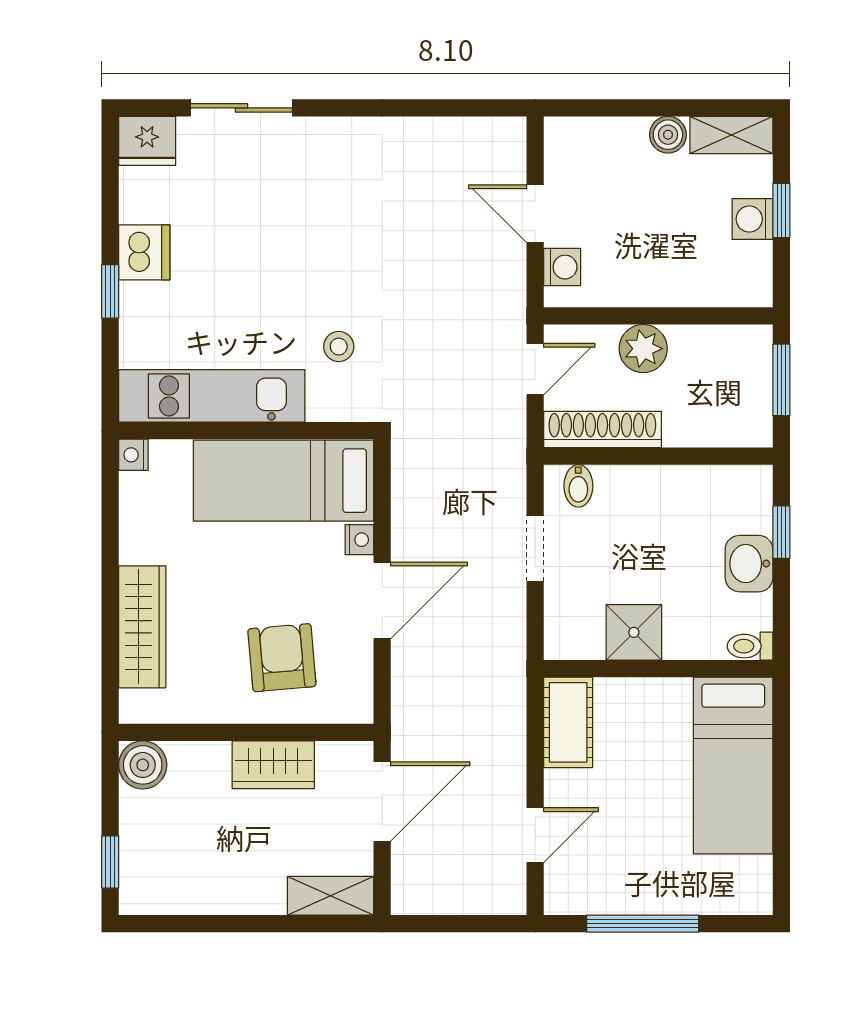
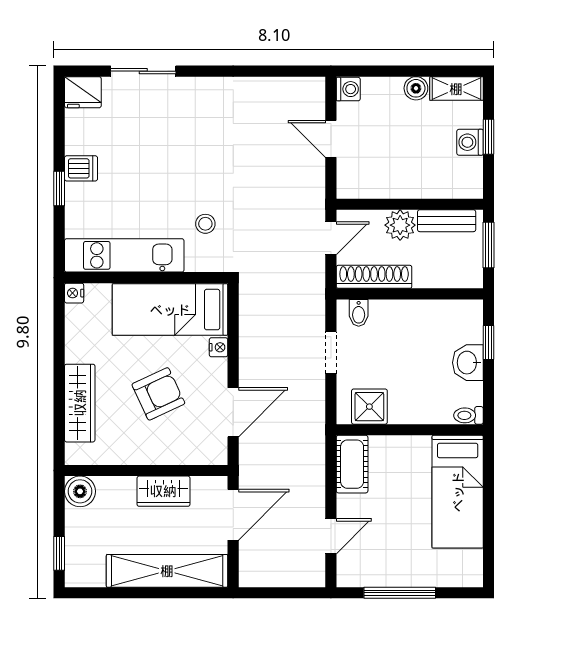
dishwasher: (144, 252) -> (81, 168), width x0.73
washing machine: (562, 267) -> (348, 89), moved
bench: (716, 342) -> (447, 221), added
door: (382, 600) -> (233, 412), moved
shower: (634, 632) -> (369, 407), moved
armchair: (282, 658) -> (158, 394), moved, turned 70
shelving: (330, 896) -> (167, 571), width x2.20, depth x1.33

